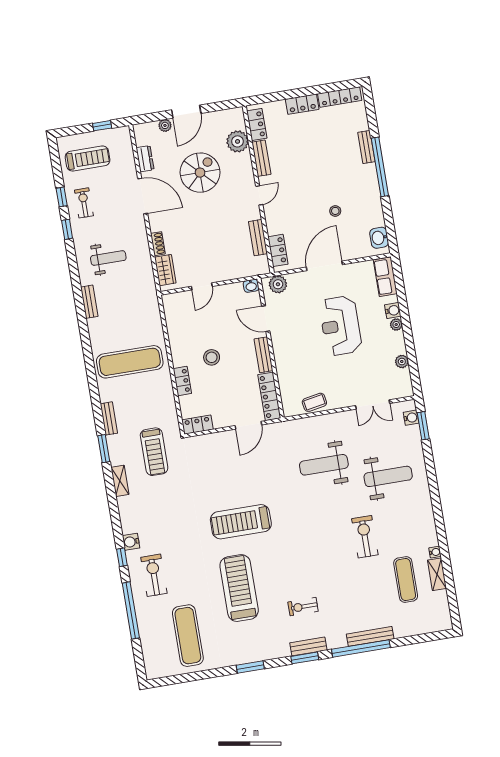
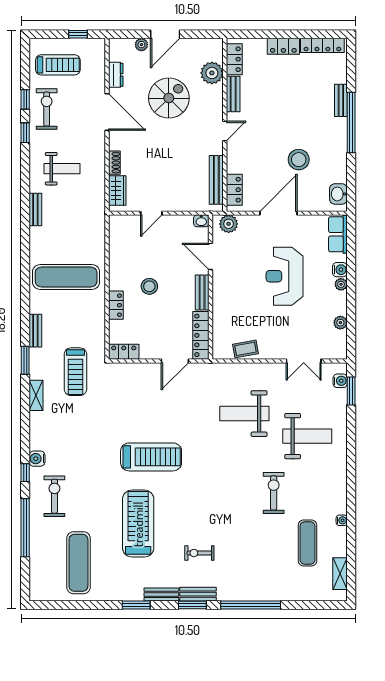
exercise bike: (84, 203) -> (47, 109), width x1.38, depth x1.39
stool: (335, 211) -> (299, 160), width x1.89, depth x1.89
bench: (258, 238) -> (216, 180), width x1.36
treadmill: (241, 522) -> (151, 457), turned 180
shelving: (437, 574) -> (340, 574), moved
bench: (370, 636) -> (161, 594), moved, width x0.73

